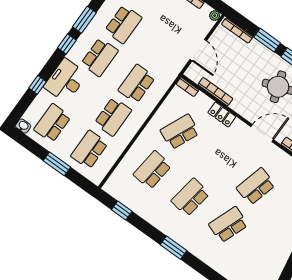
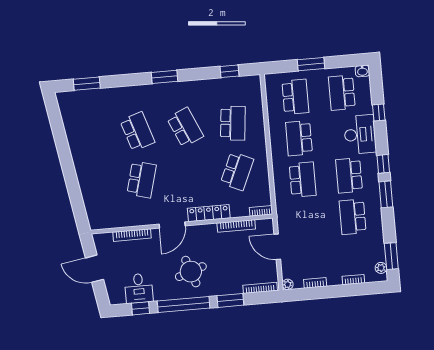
locker: (222, 115) -> (209, 213), width x1.53
school desk: (52, 123) -> (342, 93), turned 180
school desk: (190, 197) -> (185, 127), turned -33
school desk: (228, 225) -> (137, 131), turned -39

